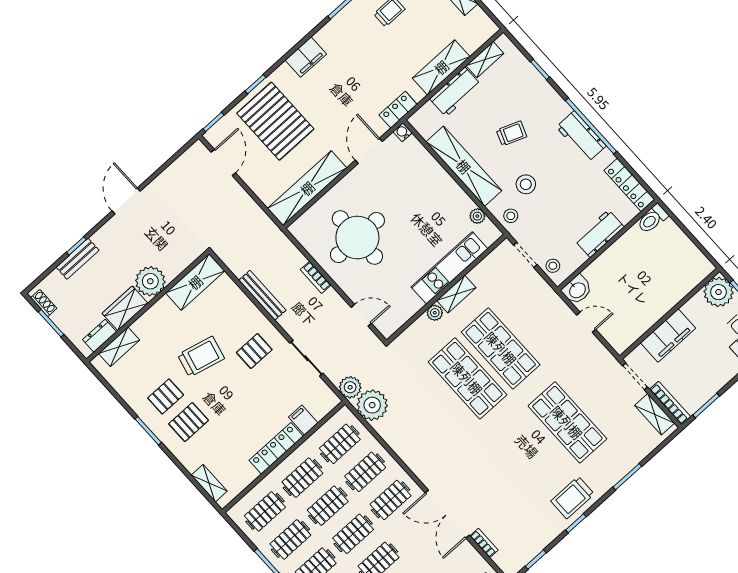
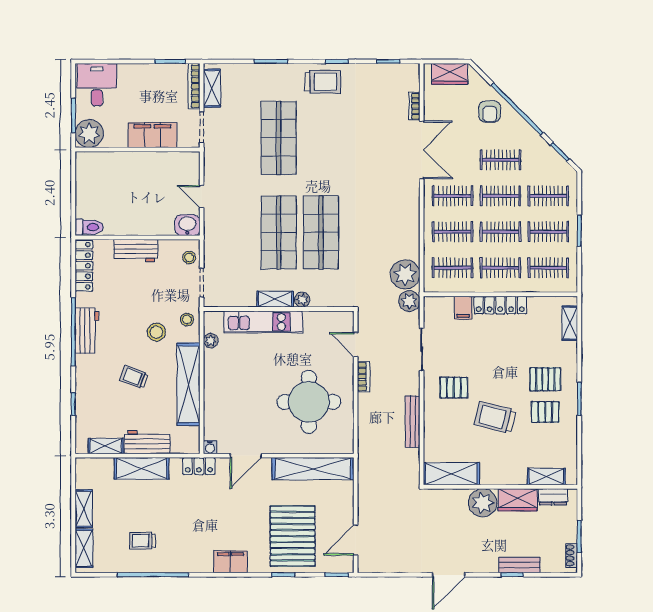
bookcase: (316, 277) -> (364, 377), moved

